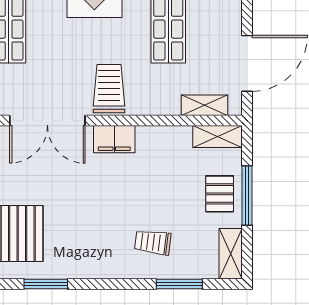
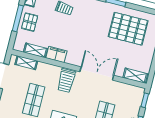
shelving: (217, 136) -> (35, 50), moved
filing cabinet: (114, 139) -> (56, 54), moved

